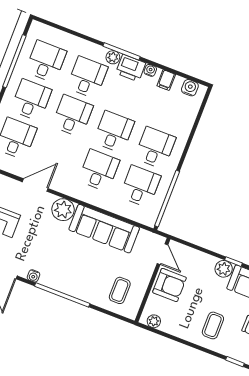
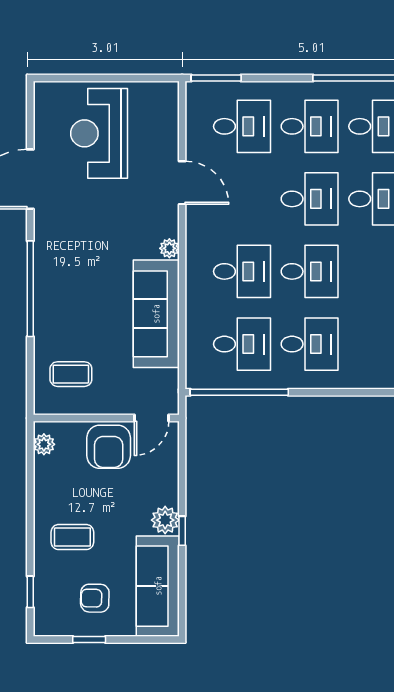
plant: (63, 210) -> (169, 248), width x0.53, depth x0.53
water cooler: (33, 276) -> (42, 234), removed

